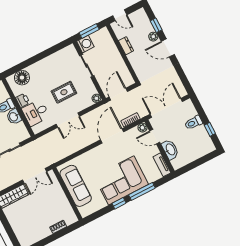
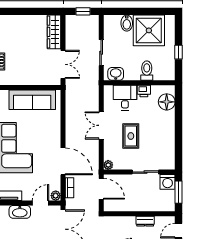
washbasin: (14, 117) -> (116, 74), moved
double door: (35, 176) -> (63, 64), swing flipped

